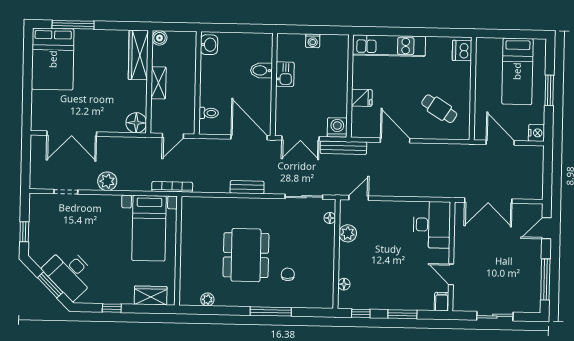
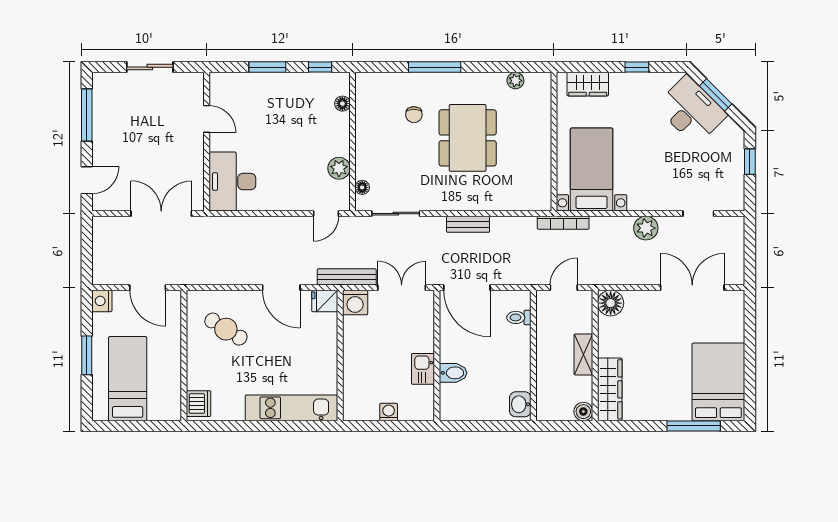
fridge: (362, 98) -> (325, 301), moved
filing cabinet: (442, 302) -> (218, 84), removed

